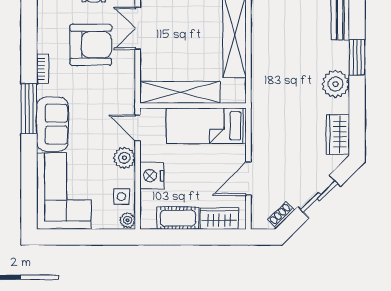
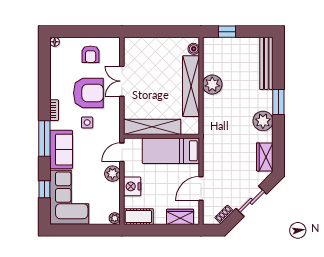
plant: (264, 33) -> (212, 84), added
door: (138, 128) -> (122, 152), hinge flipped
window: (29, 180) -> (44, 189), added
side table: (121, 196) -> (87, 122), moved
cot: (178, 218) -> (138, 217), moved

